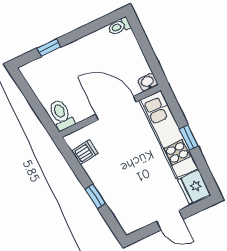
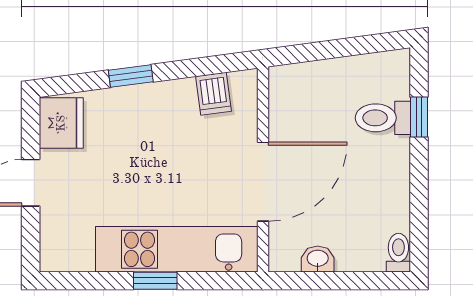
washbasin: (148, 82) -> (318, 259), moved, turned -90
toilet: (61, 115) -> (383, 118), moved, turned 180
fridge: (194, 187) -> (61, 123), moved, turned 90

